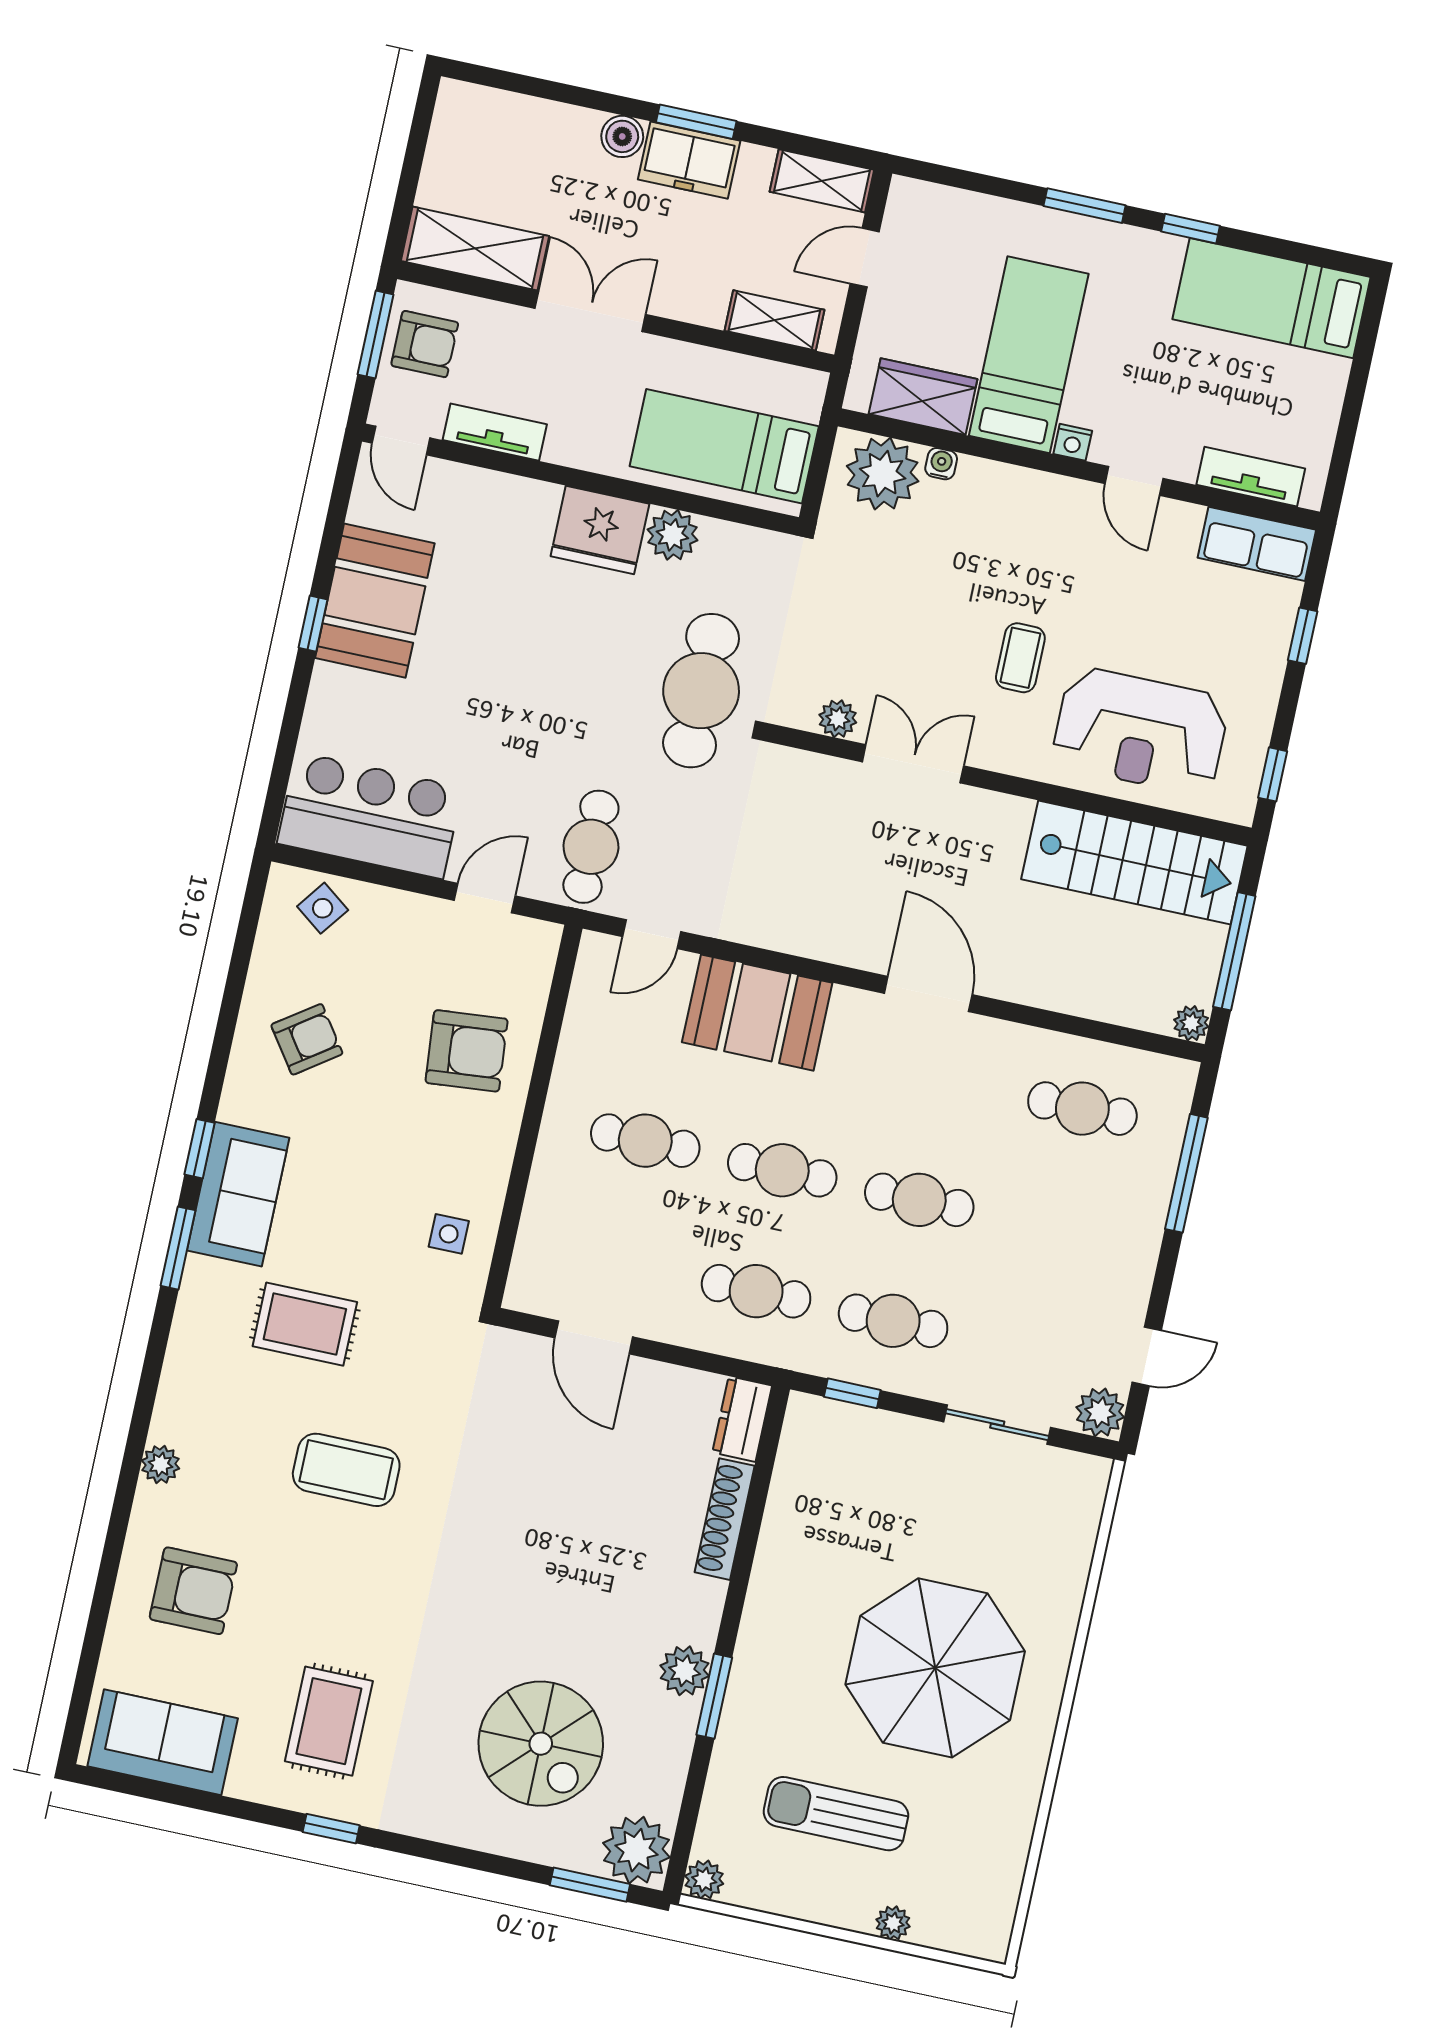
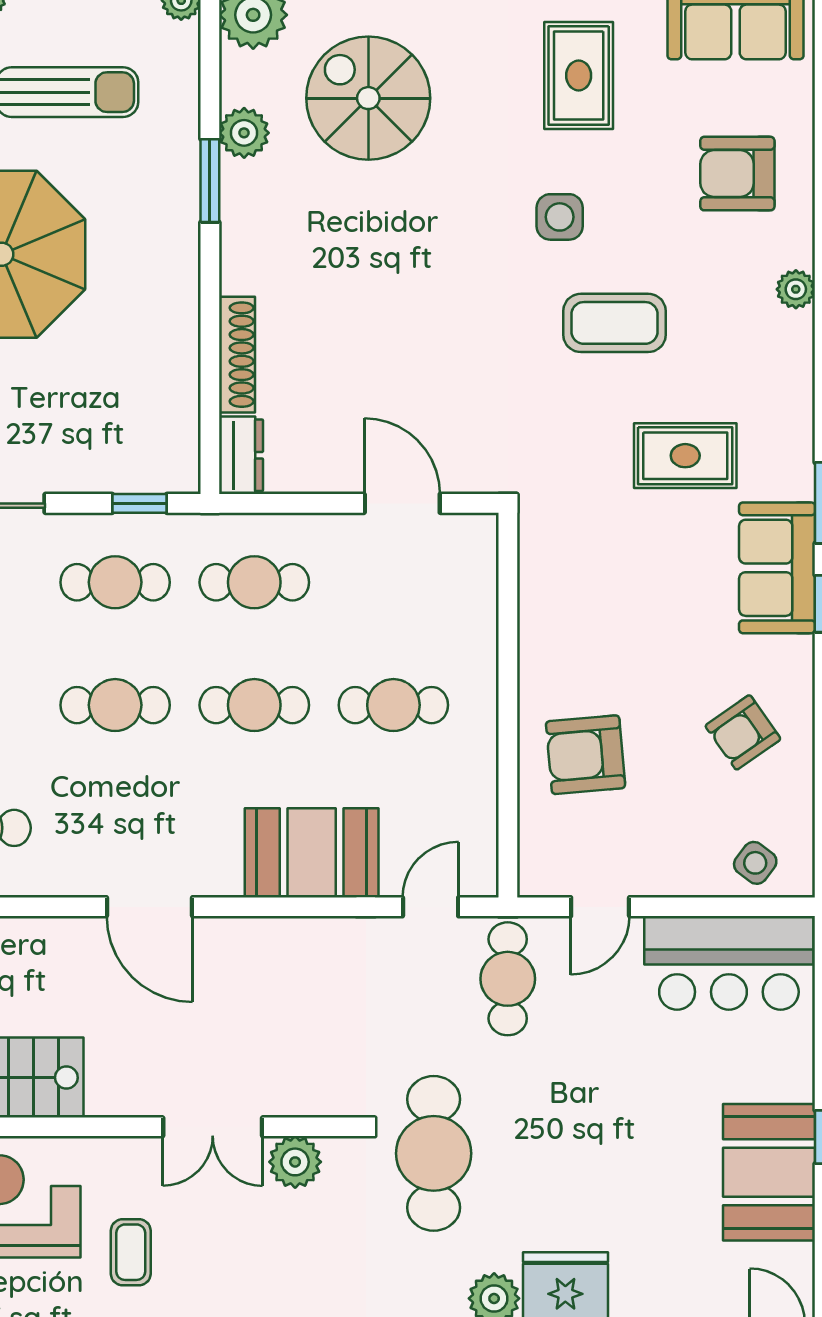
plant: (838, 719) -> (295, 1162), width x1.38, depth x1.38
side table: (449, 1234) -> (560, 217), moved, width x1.37, depth x1.37
plant: (685, 1671) -> (244, 133), moved

